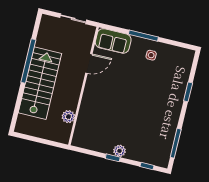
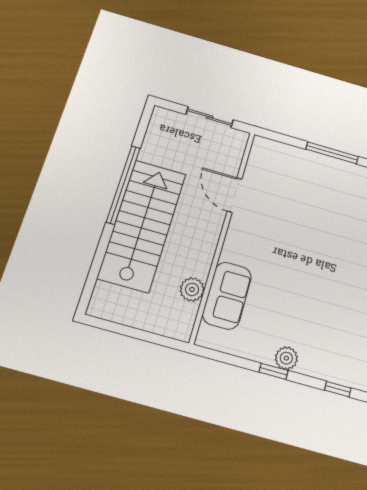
sofa: (113, 41) -> (227, 296), moved, turned -90
side table: (151, 55) -> (345, 187), removed
door: (89, 63) -> (234, 195), swing flipped

